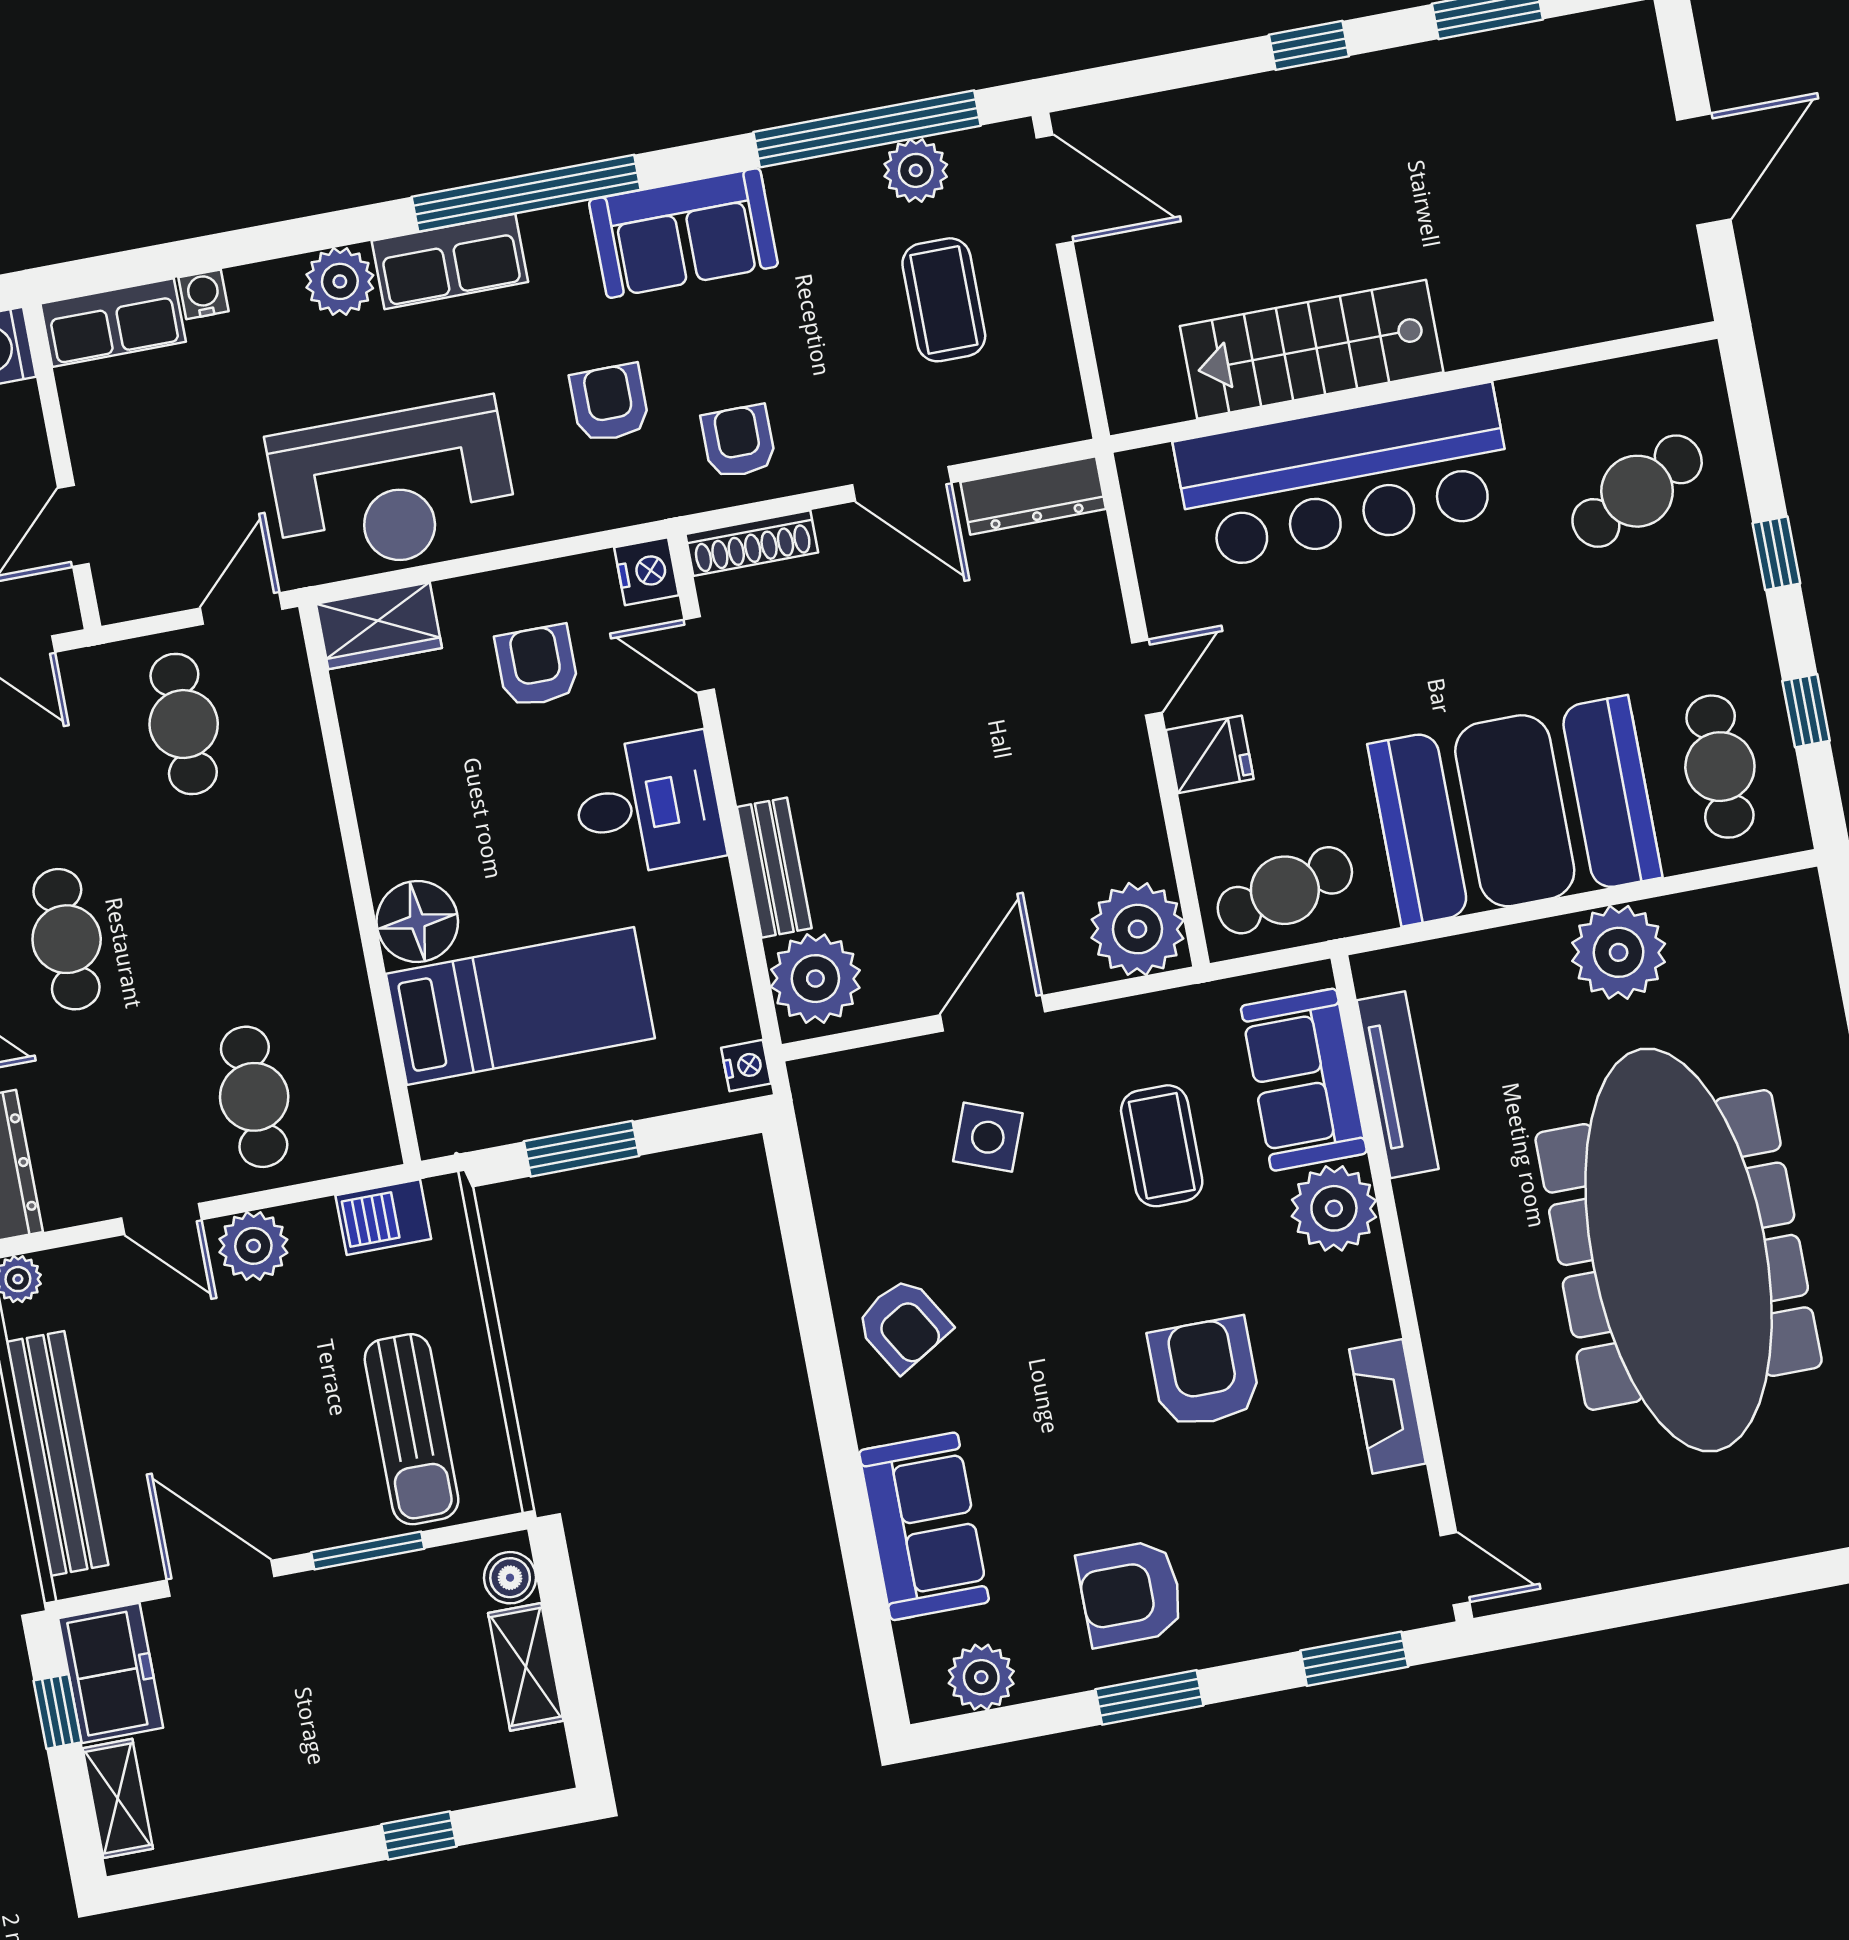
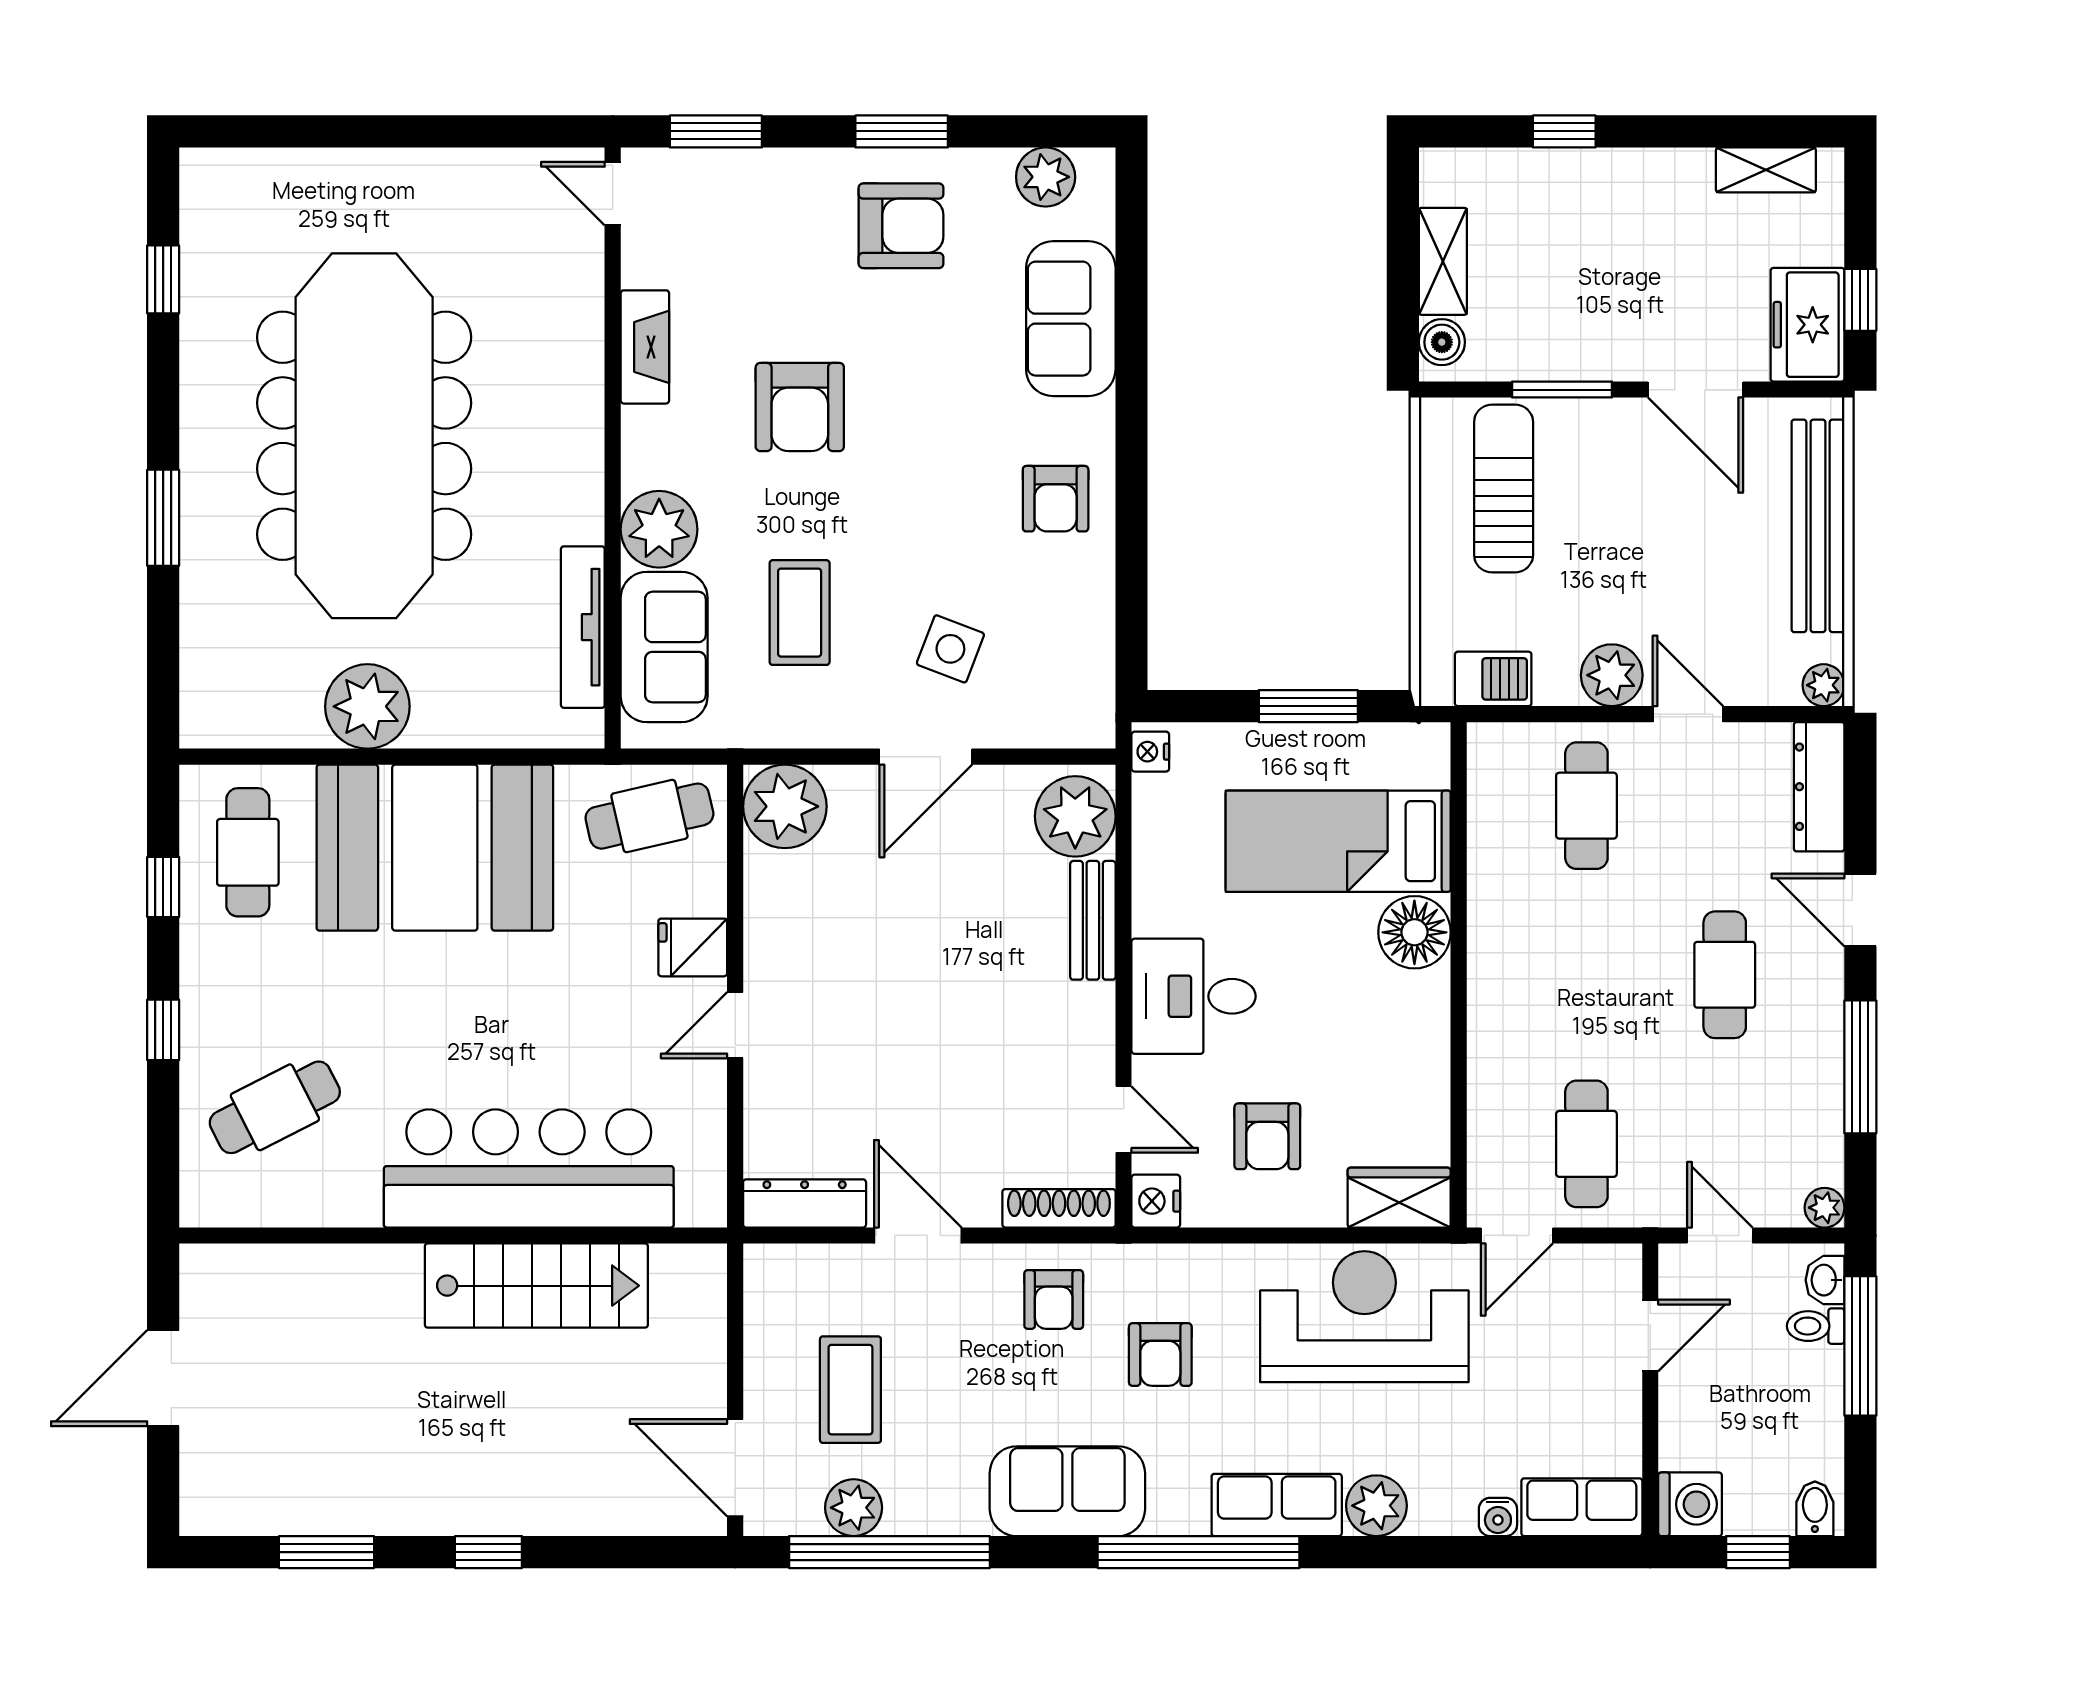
armchair: (903, 1325) -> (1056, 499), turned -149
shelving: (118, 1798) -> (1766, 170), moved, turned 90

